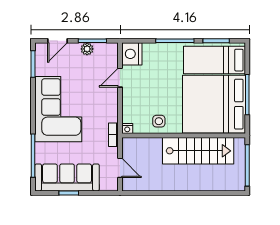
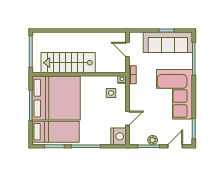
side table: (159, 121) -> (111, 93), moved

